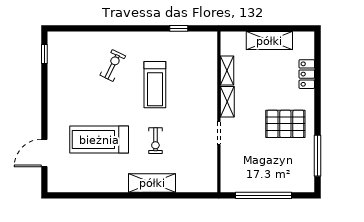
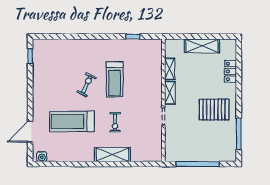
exercise bike: (113, 65) -> (87, 85), moved
water cooler: (60, 186) -> (42, 157), added

